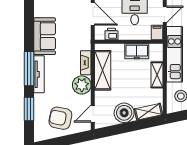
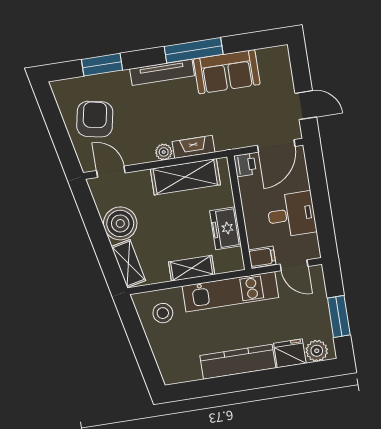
printer: (111, 34) -> (245, 165), moved
window: (29, 69) -> (194, 50), moved
plant: (82, 85) -> (164, 152), width x0.53, depth x0.53

